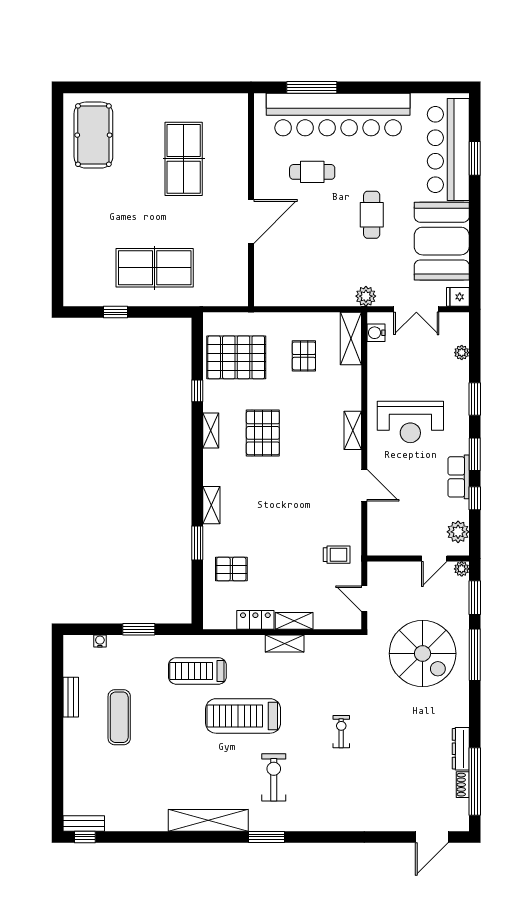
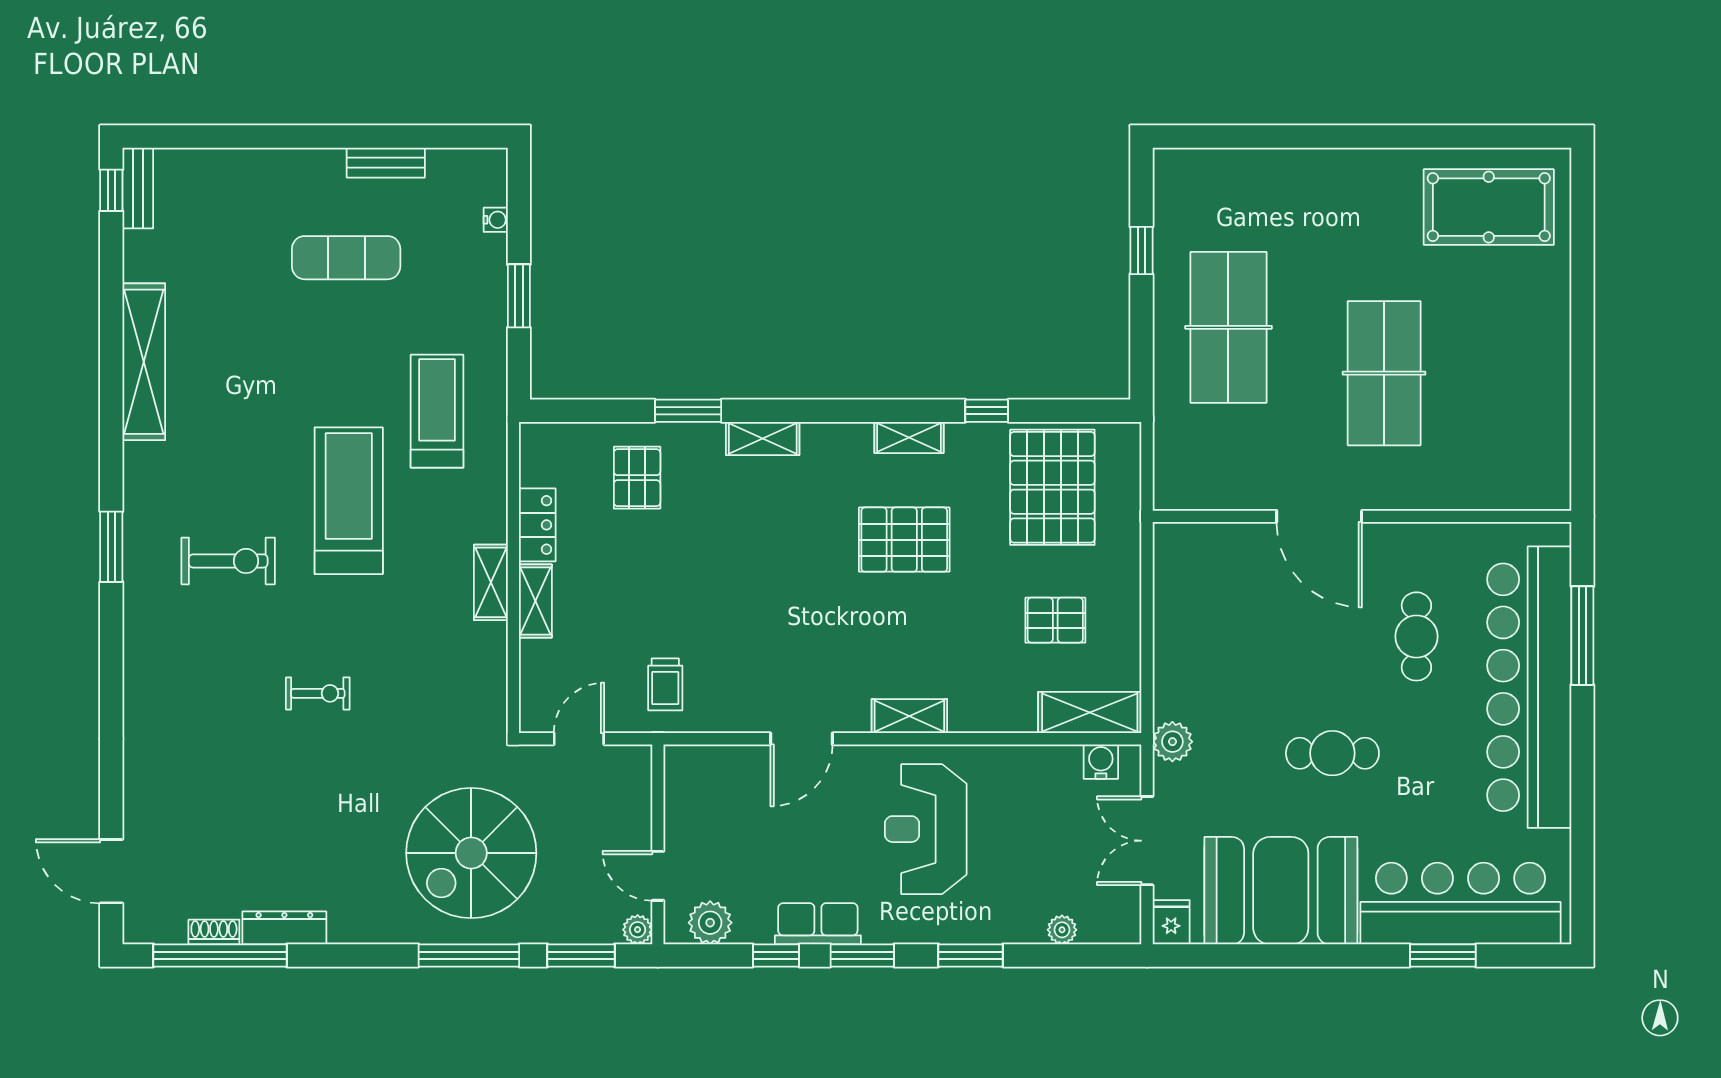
table tennis table: (184, 159) -> (1384, 373), moved, turned 90
shelving: (208, 820) -> (144, 362), moved

